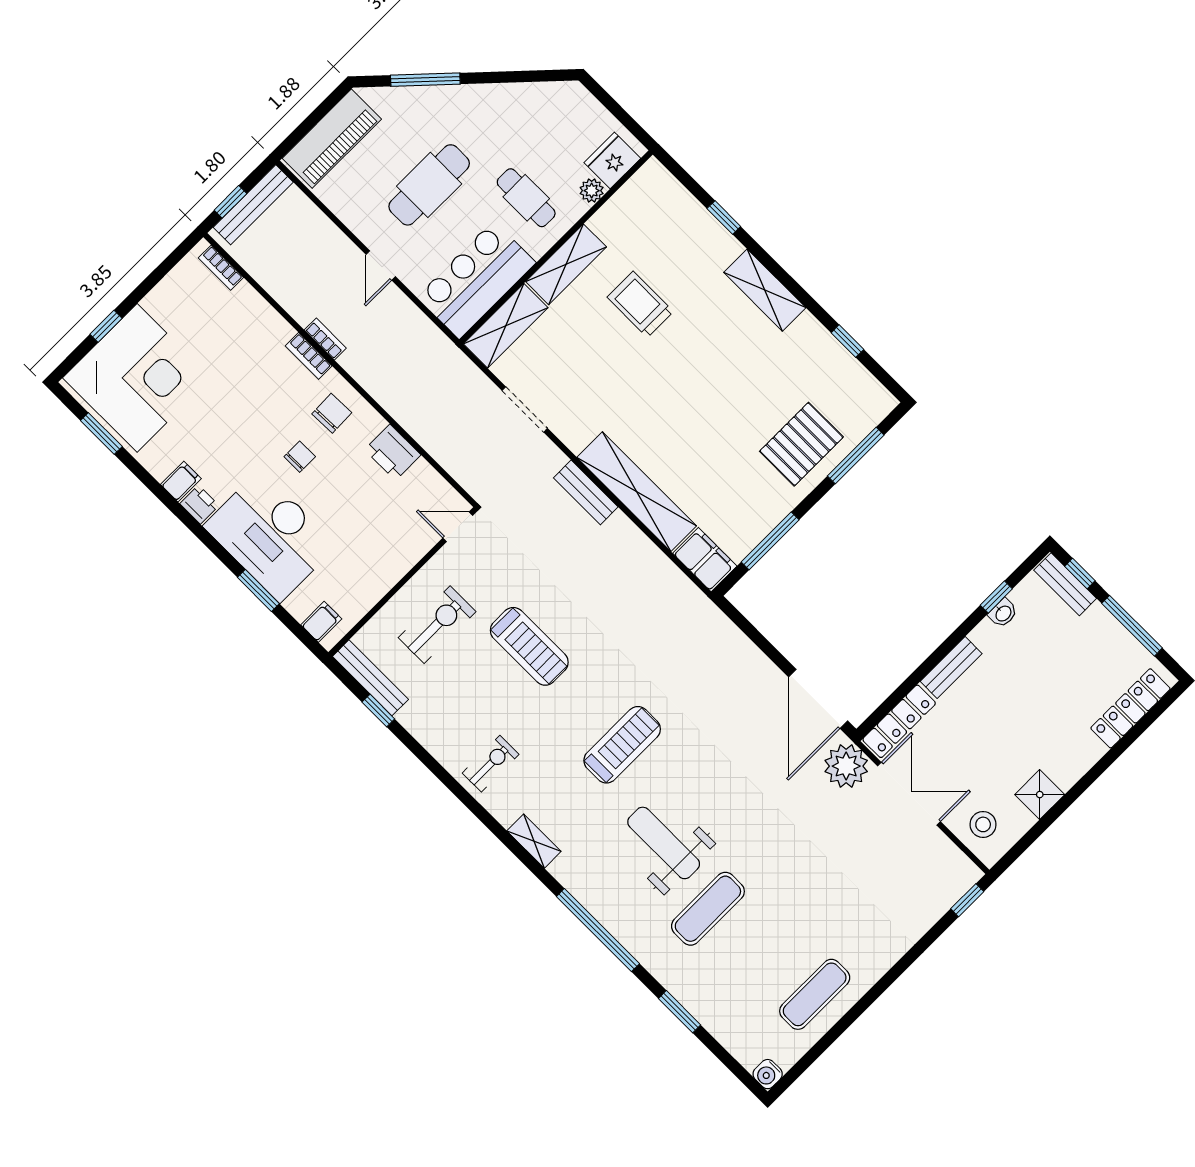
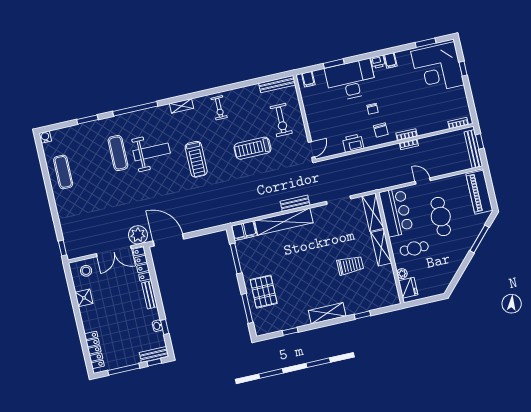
window: (378, 710) -> (264, 80), removed

